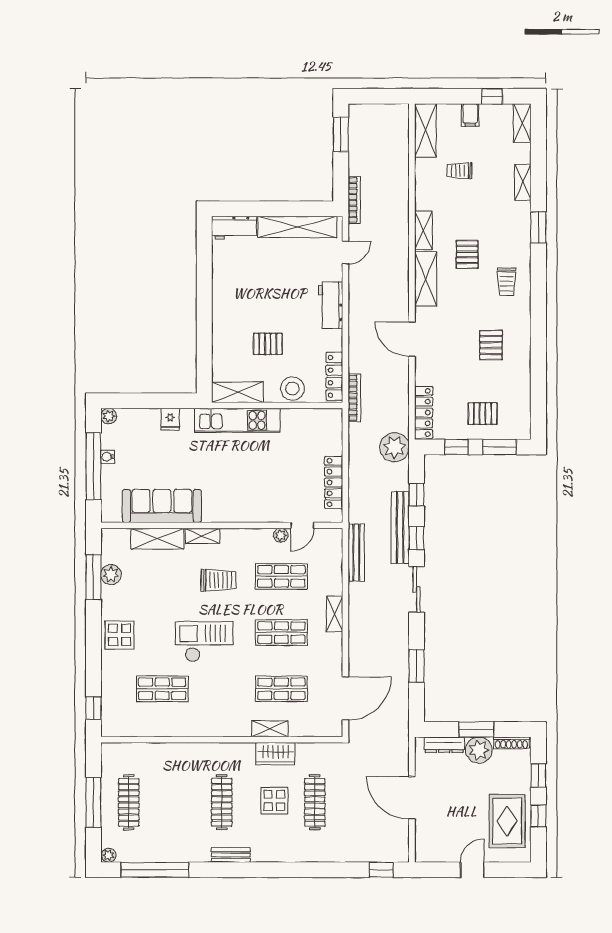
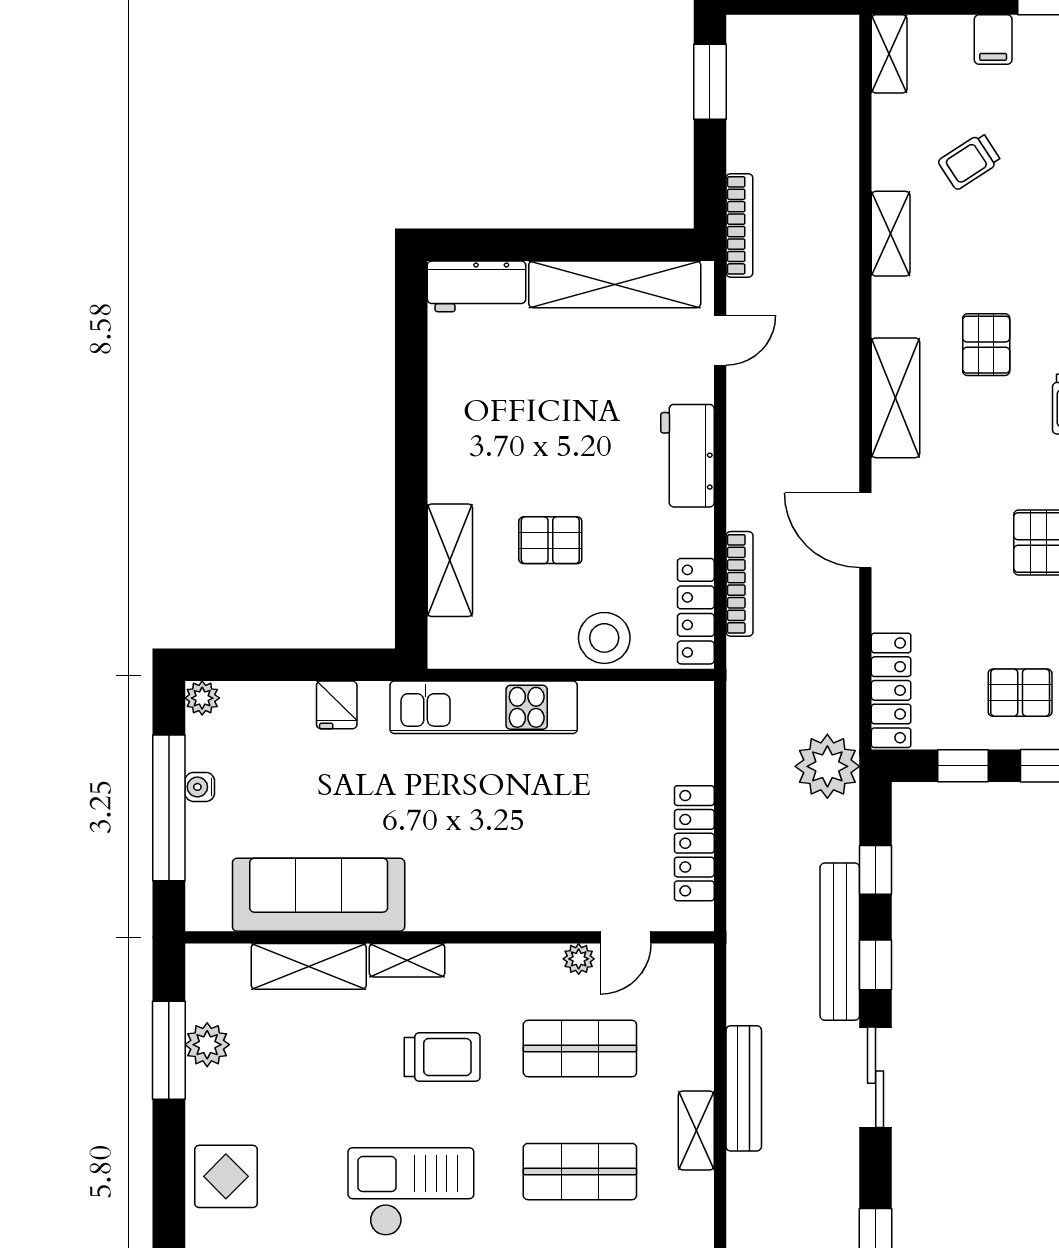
shelving: (425, 131) -> (889, 54), width x0.67, depth x0.75
trolley: (459, 171) -> (970, 161), turned -33
shelving: (423, 230) -> (891, 234), moved
shelving: (237, 392) -> (450, 560), moved, turned 90
bookcase: (354, 398) -> (740, 584), moved
bench: (356, 553) -> (744, 1088), moved

